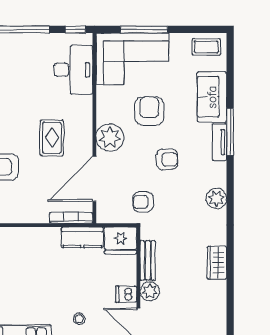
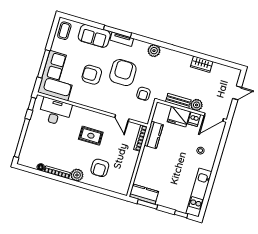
plant: (110, 138) -> (101, 102), removed
armchair: (167, 159) -> (123, 73), width x1.88, depth x1.88
door: (94, 179) -> (122, 118), width x0.53
fridge: (121, 240) -> (179, 117), moved, turned 90
wardrobe: (217, 263) -> (202, 64), moved

